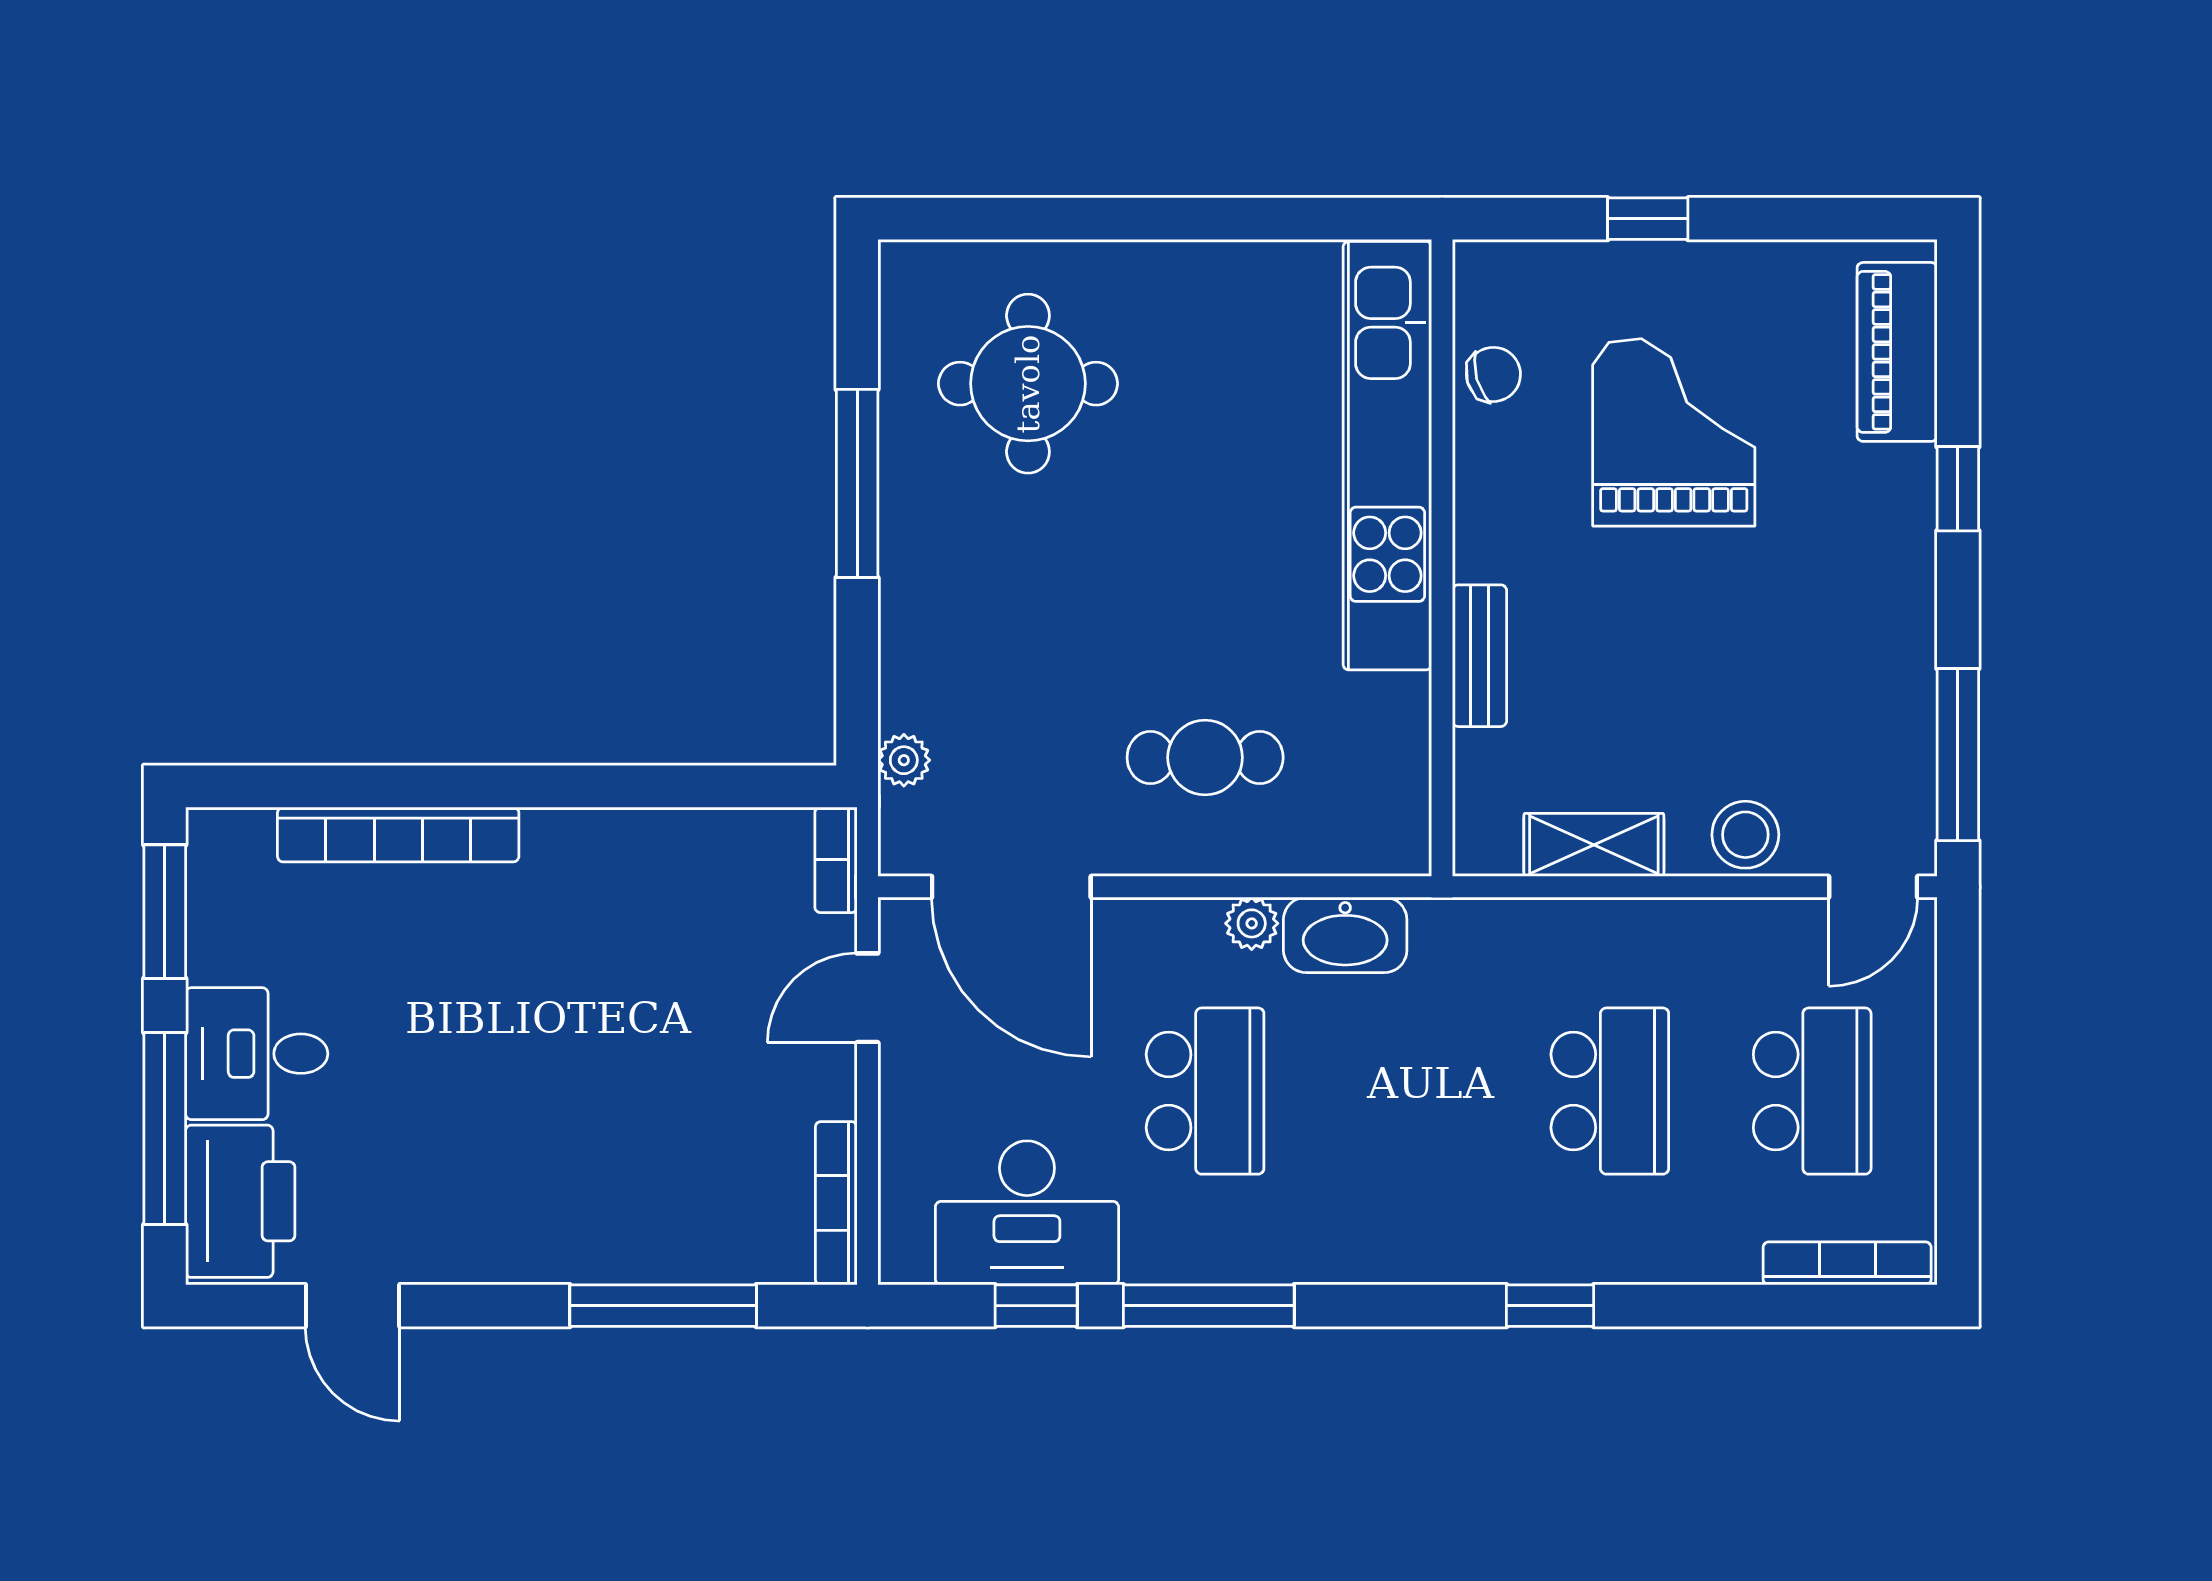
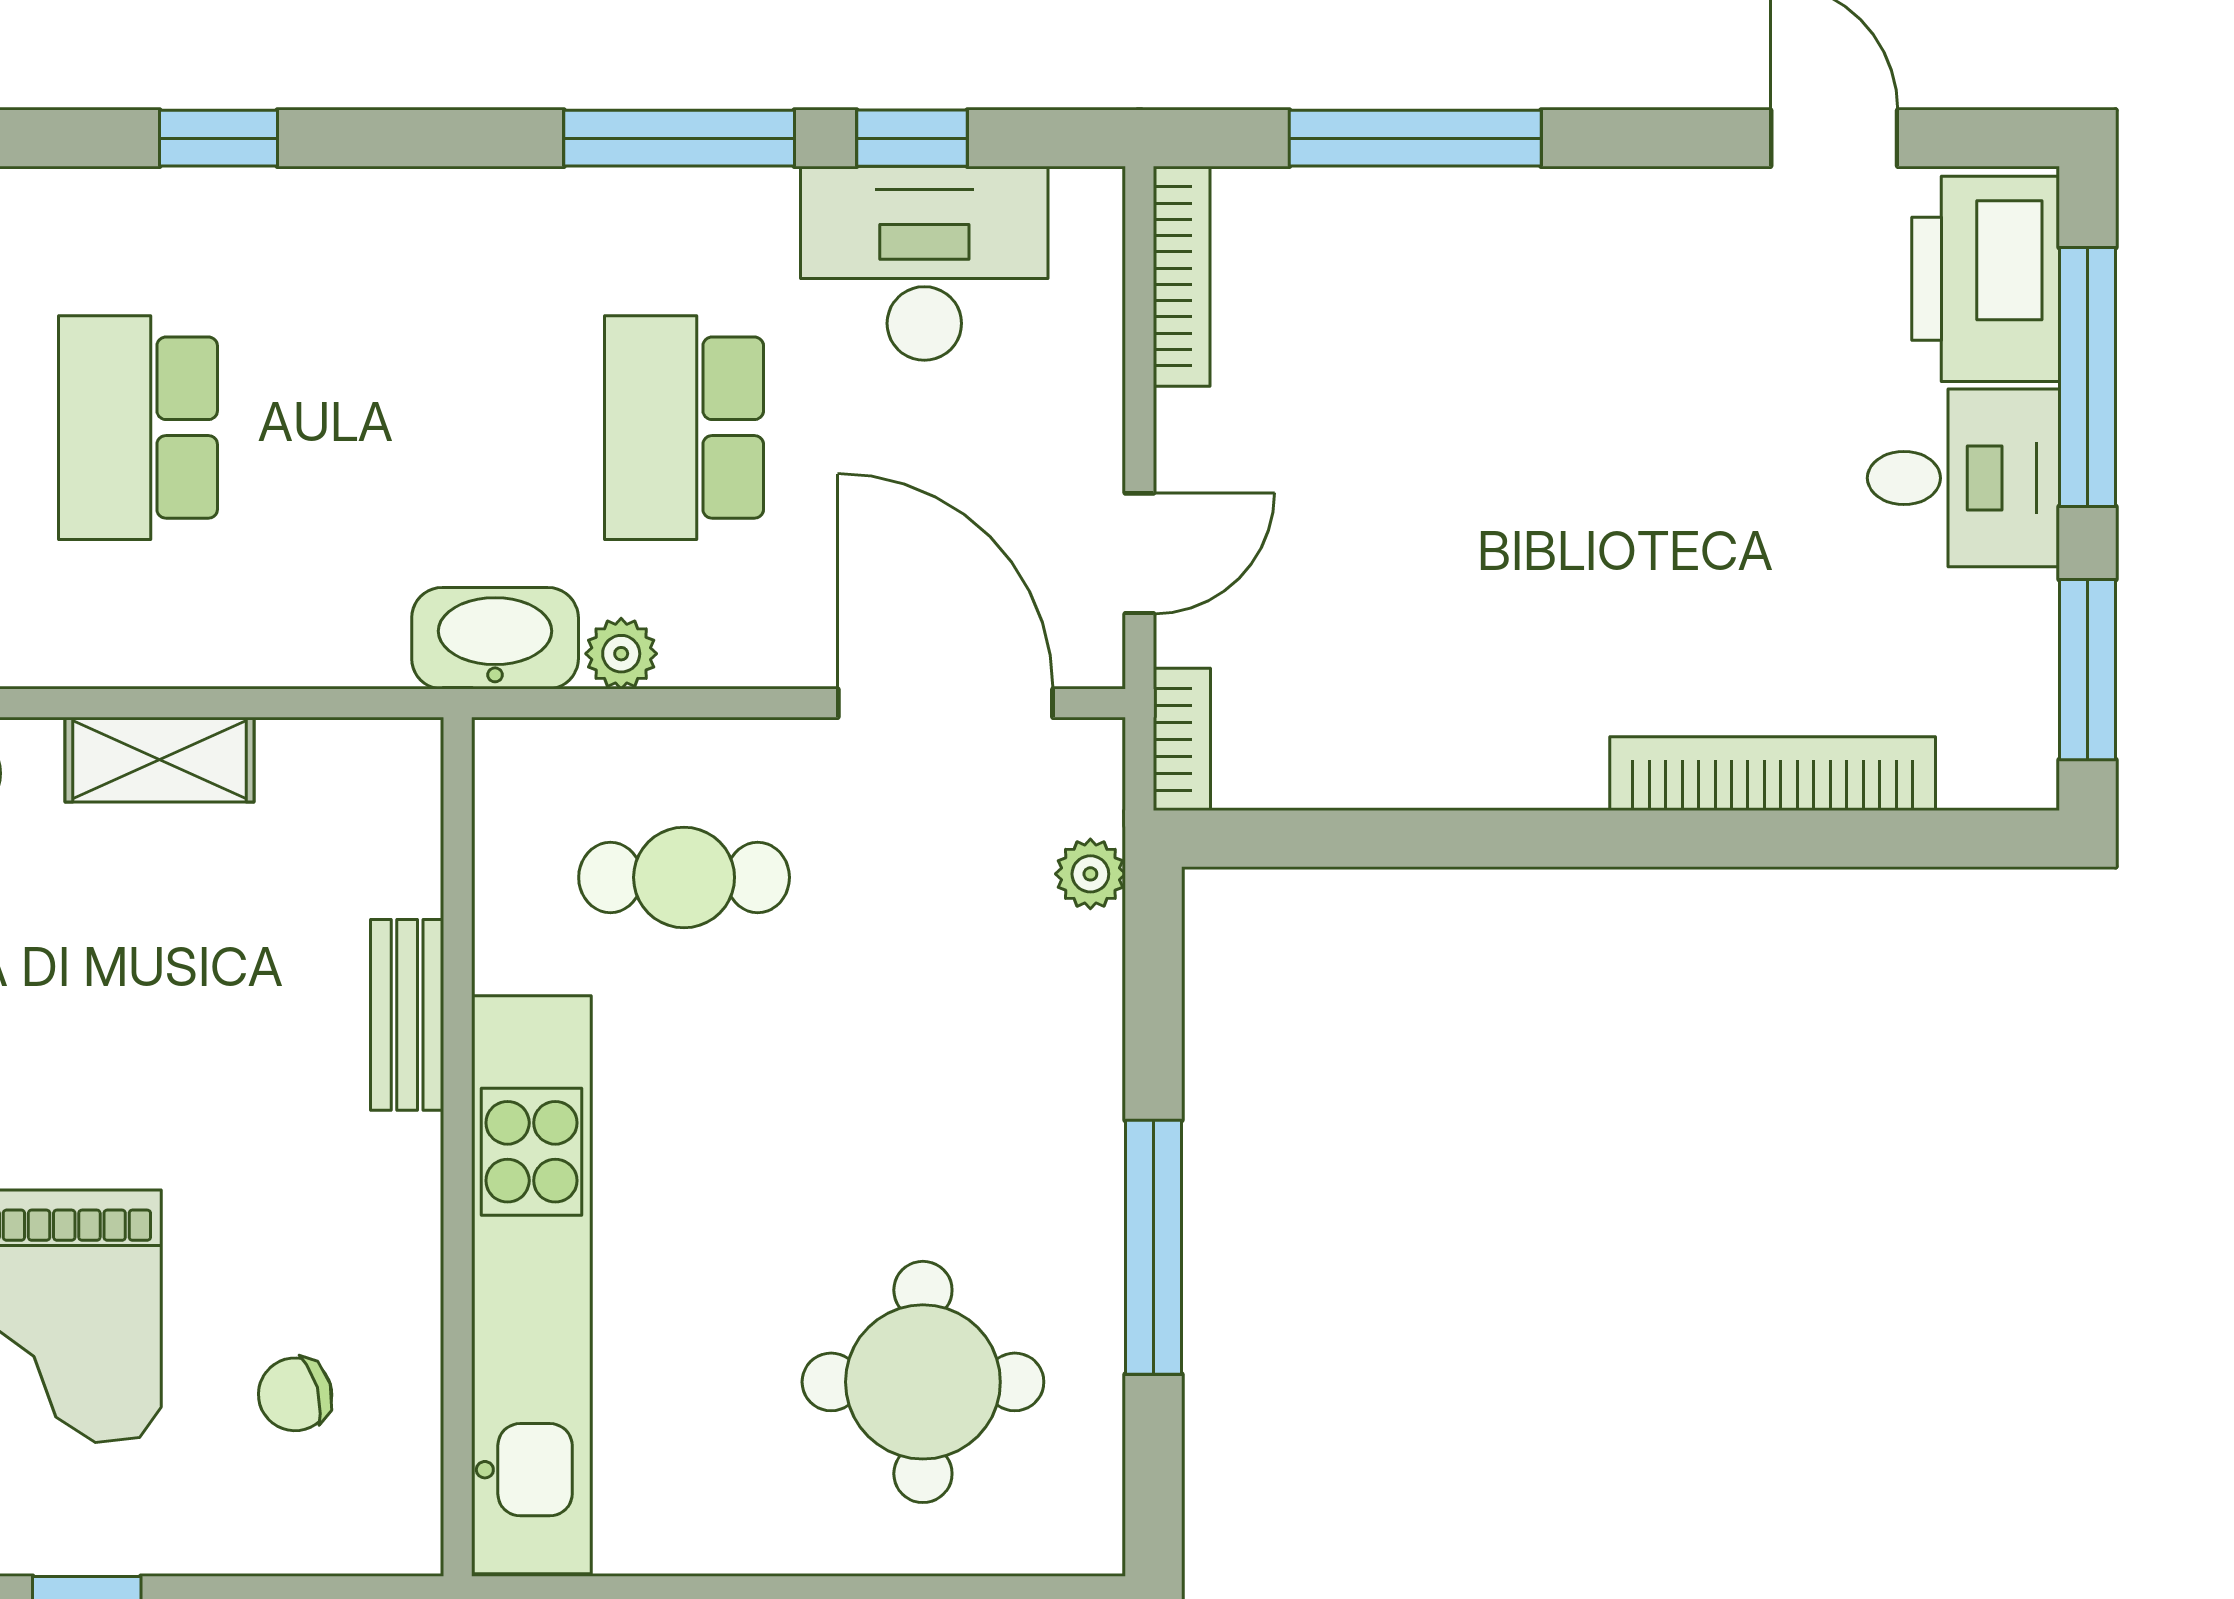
kitchen unit: (1387, 456) -> (531, 1285), moved
wall: (1442, 558) -> (458, 1147), moved
bench: (1480, 656) -> (407, 1015), moved

